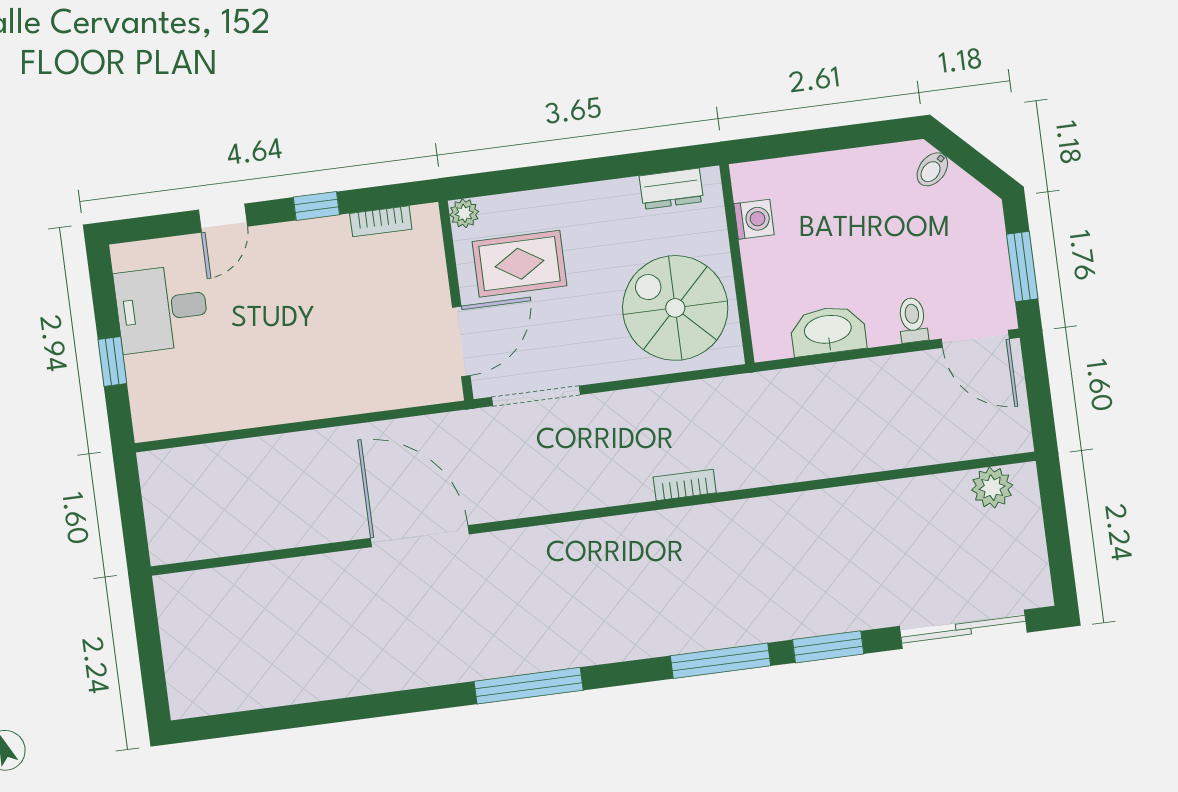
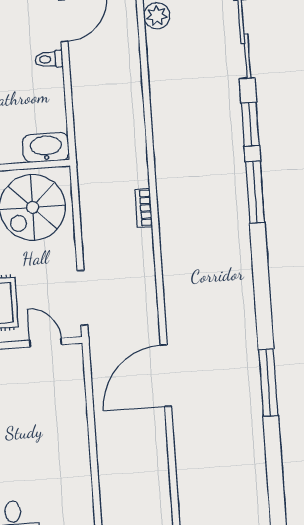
washbasin: (828, 331) -> (46, 147), moved, turned 90
door: (461, 341) -> (46, 342), width x0.73
window: (529, 686) -> (268, 383), moved

